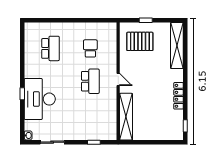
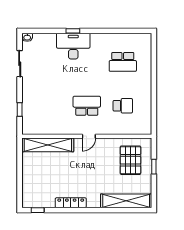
school desk: (90, 81) -> (87, 106), turned 180
desk: (40, 99) -> (73, 46), width x0.73, depth x0.77

